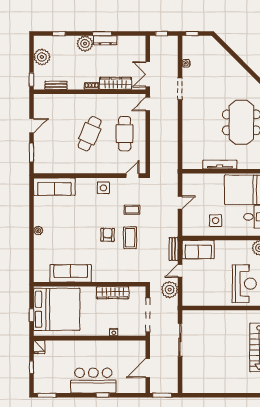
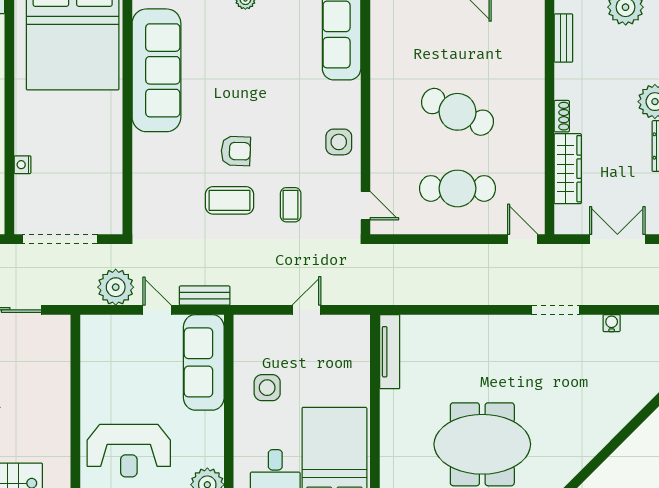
double door: (148, 74) -> (617, 239), moved
tv unit: (220, 165) -> (390, 352), moved
door: (180, 203) -> (306, 310), swing flipped
sofa: (198, 249) -> (204, 362), width x1.36
sofa: (71, 273) -> (156, 70), width x1.36, depth x1.27
wardrobe: (113, 293) -> (109, 162), removed

